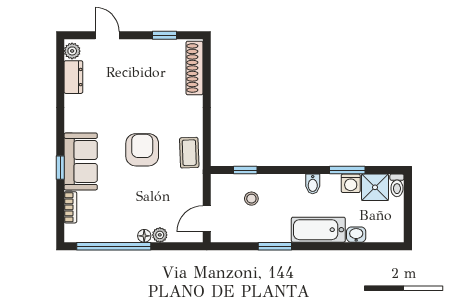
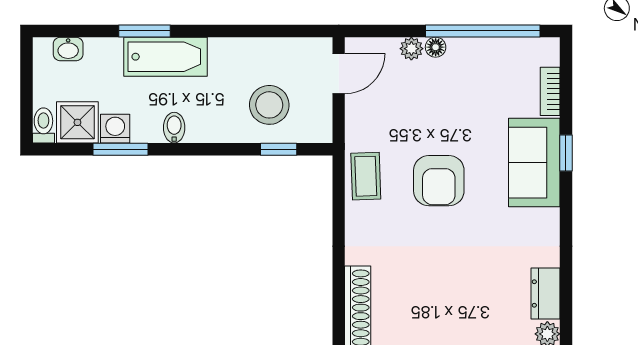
stool: (251, 199) -> (269, 105), width x1.89, depth x1.89
washbasin: (356, 235) -> (68, 49), moved
window: (275, 246) -> (144, 31), moved

